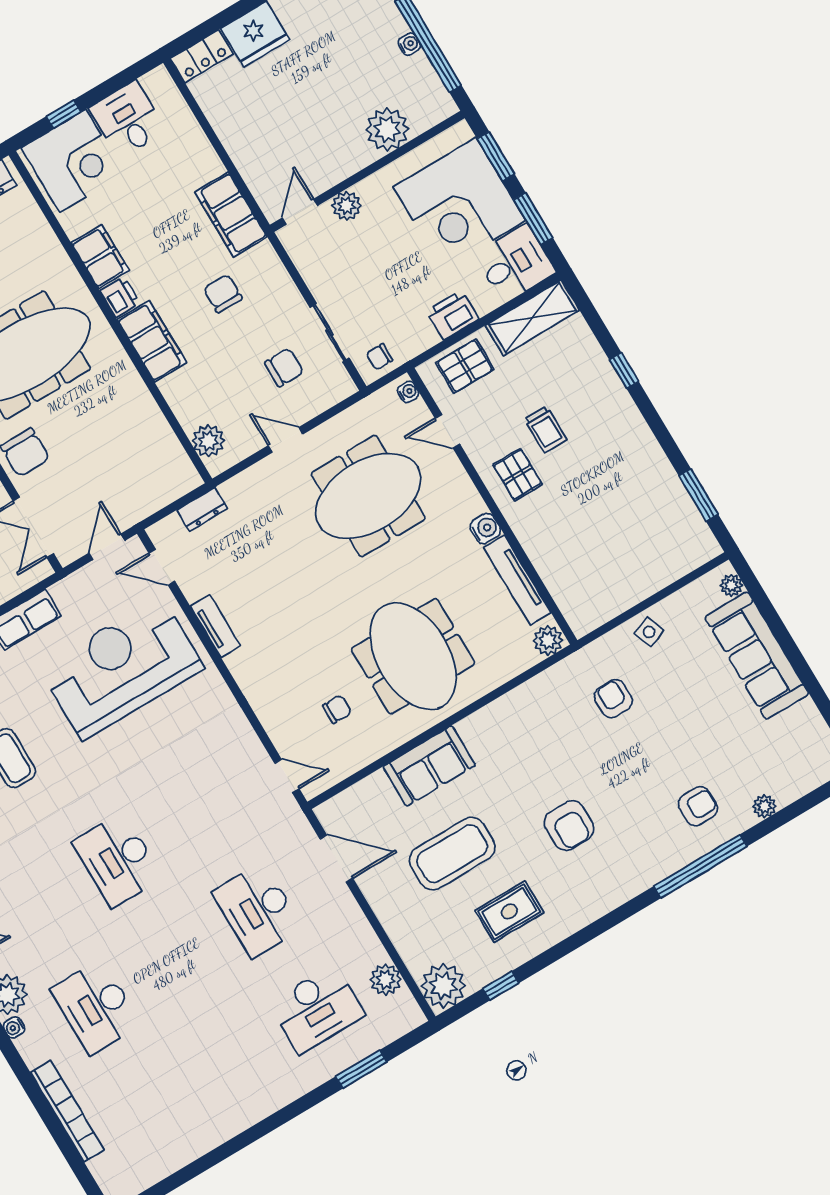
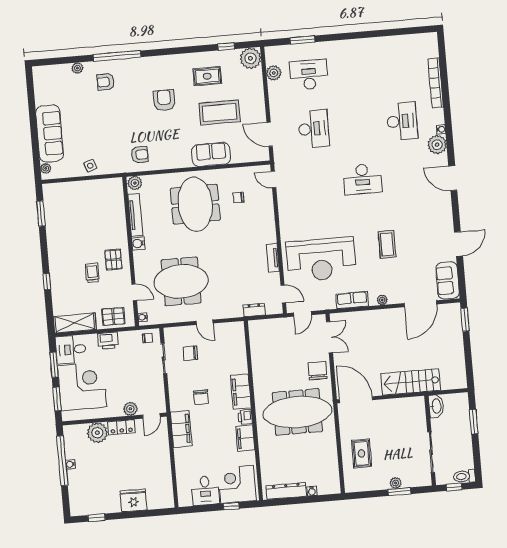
locker: (202, 56) -> (121, 427), moved, turned 180
plant: (208, 441) -> (237, 338), removed
armchair: (613, 699) -> (140, 155), moved, turned -90
desk: (118, 860) -> (362, 179), turned 90

